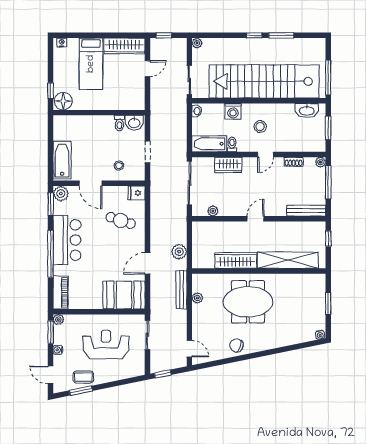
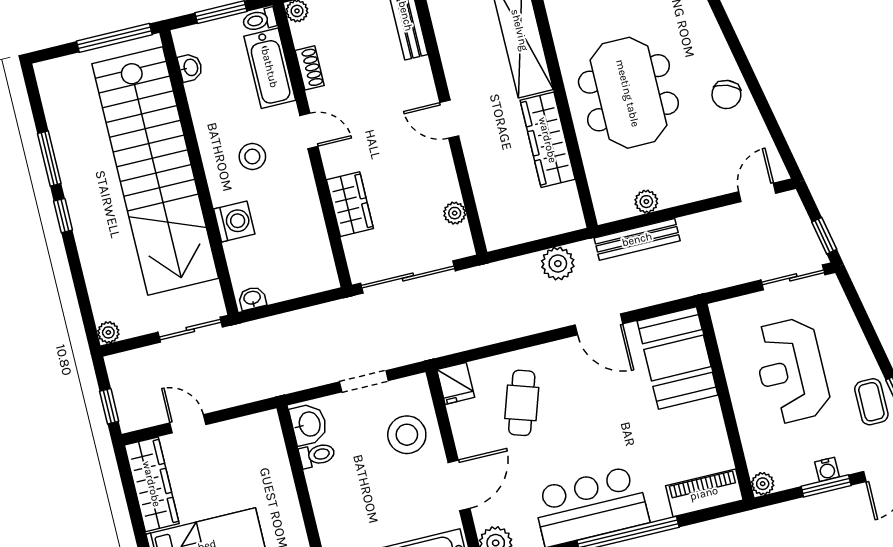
washbasin: (307, 110) -> (190, 68), width x0.52, depth x0.69
bathtub: (209, 144) -> (270, 68), moved
toilet: (232, 144) -> (260, 20), moved
stool: (119, 166) -> (407, 435), width x1.89, depth x1.89
window: (51, 332) -> (826, 486), moved
sliding door: (147, 335) -> (793, 277), moved

